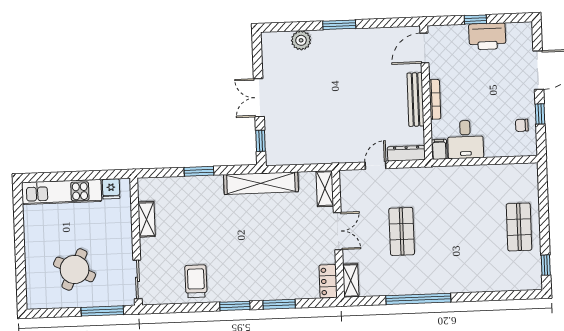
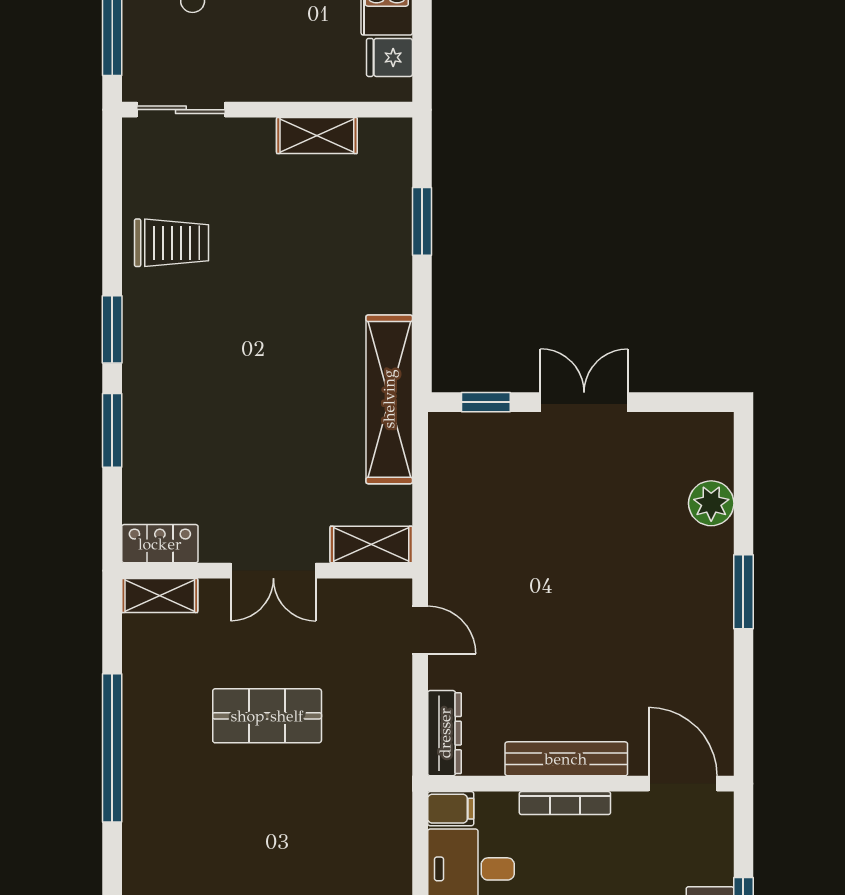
door: (375, 165) -> (420, 630), moved
window: (199, 171) -> (422, 221), moved

